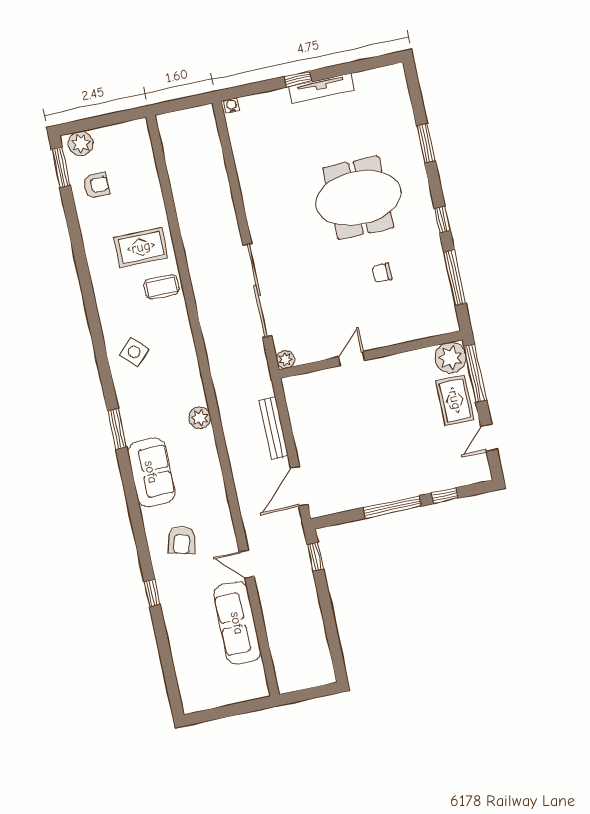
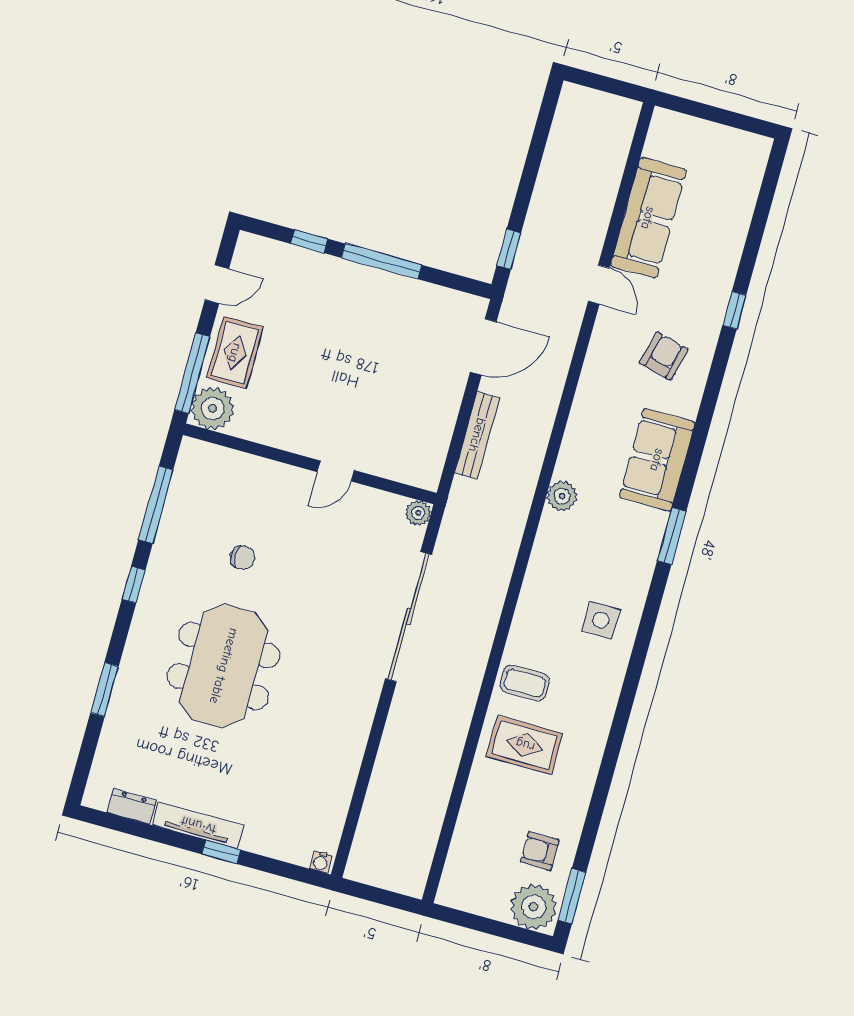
dresser: (370, 78) -> (132, 806), added
plant: (81, 144) -> (534, 907), width x1.36, depth x1.36
meeting table: (358, 198) -> (224, 666), turned 90
side table: (134, 352) -> (601, 620), turned 45

